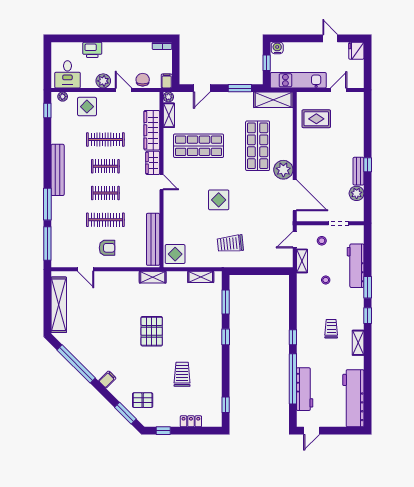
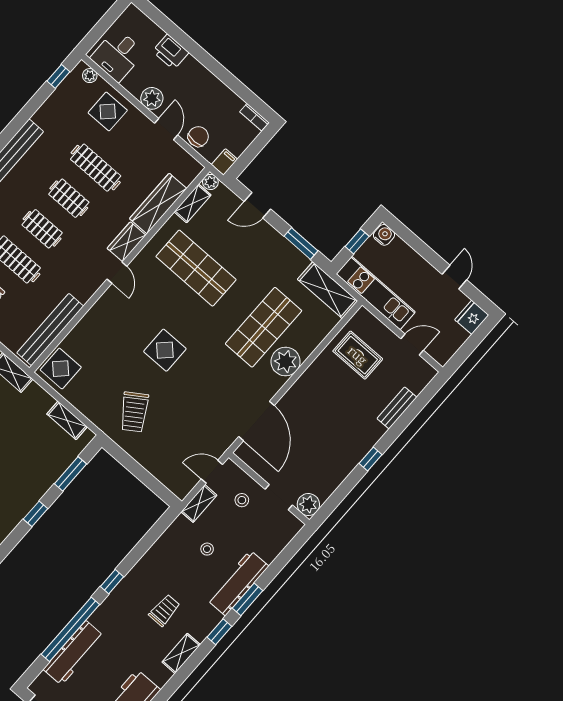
plant: (283, 170) -> (286, 362), moved
bench: (358, 171) -> (397, 408), moved
plant: (357, 193) -> (308, 505), moved
trolley: (230, 244) -> (134, 412), turned -118
workbench: (356, 266) -> (238, 583), moved

